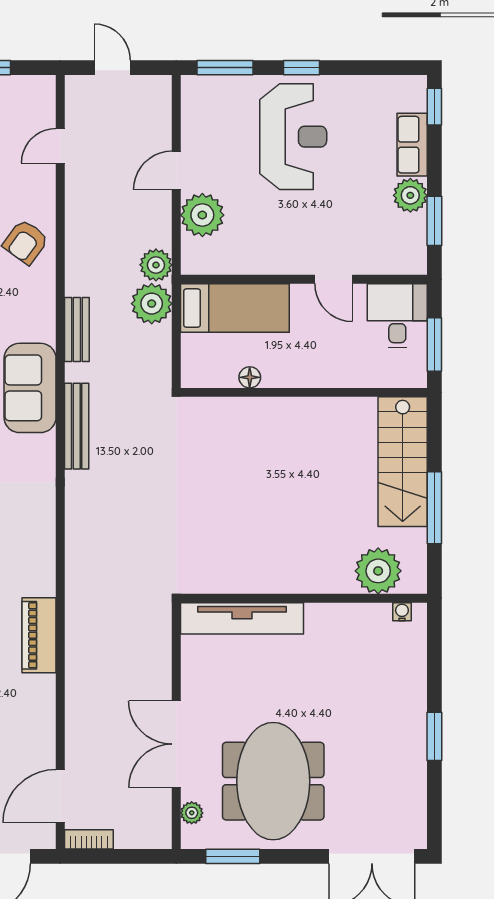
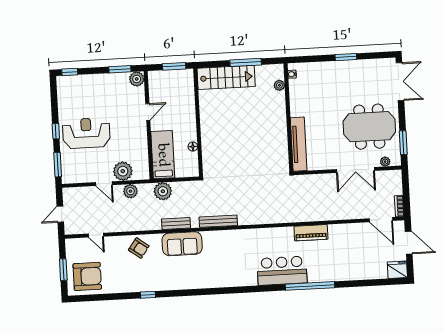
row of seats: (412, 145) -> (87, 81), removed
plant: (410, 195) -> (137, 79), moved
plant: (156, 265) -> (130, 191), moved
desk: (397, 316) -> (162, 83), removed
sofa: (30, 388) -> (182, 244), moved
plant: (378, 571) -> (279, 85), width x0.53, depth x0.53

